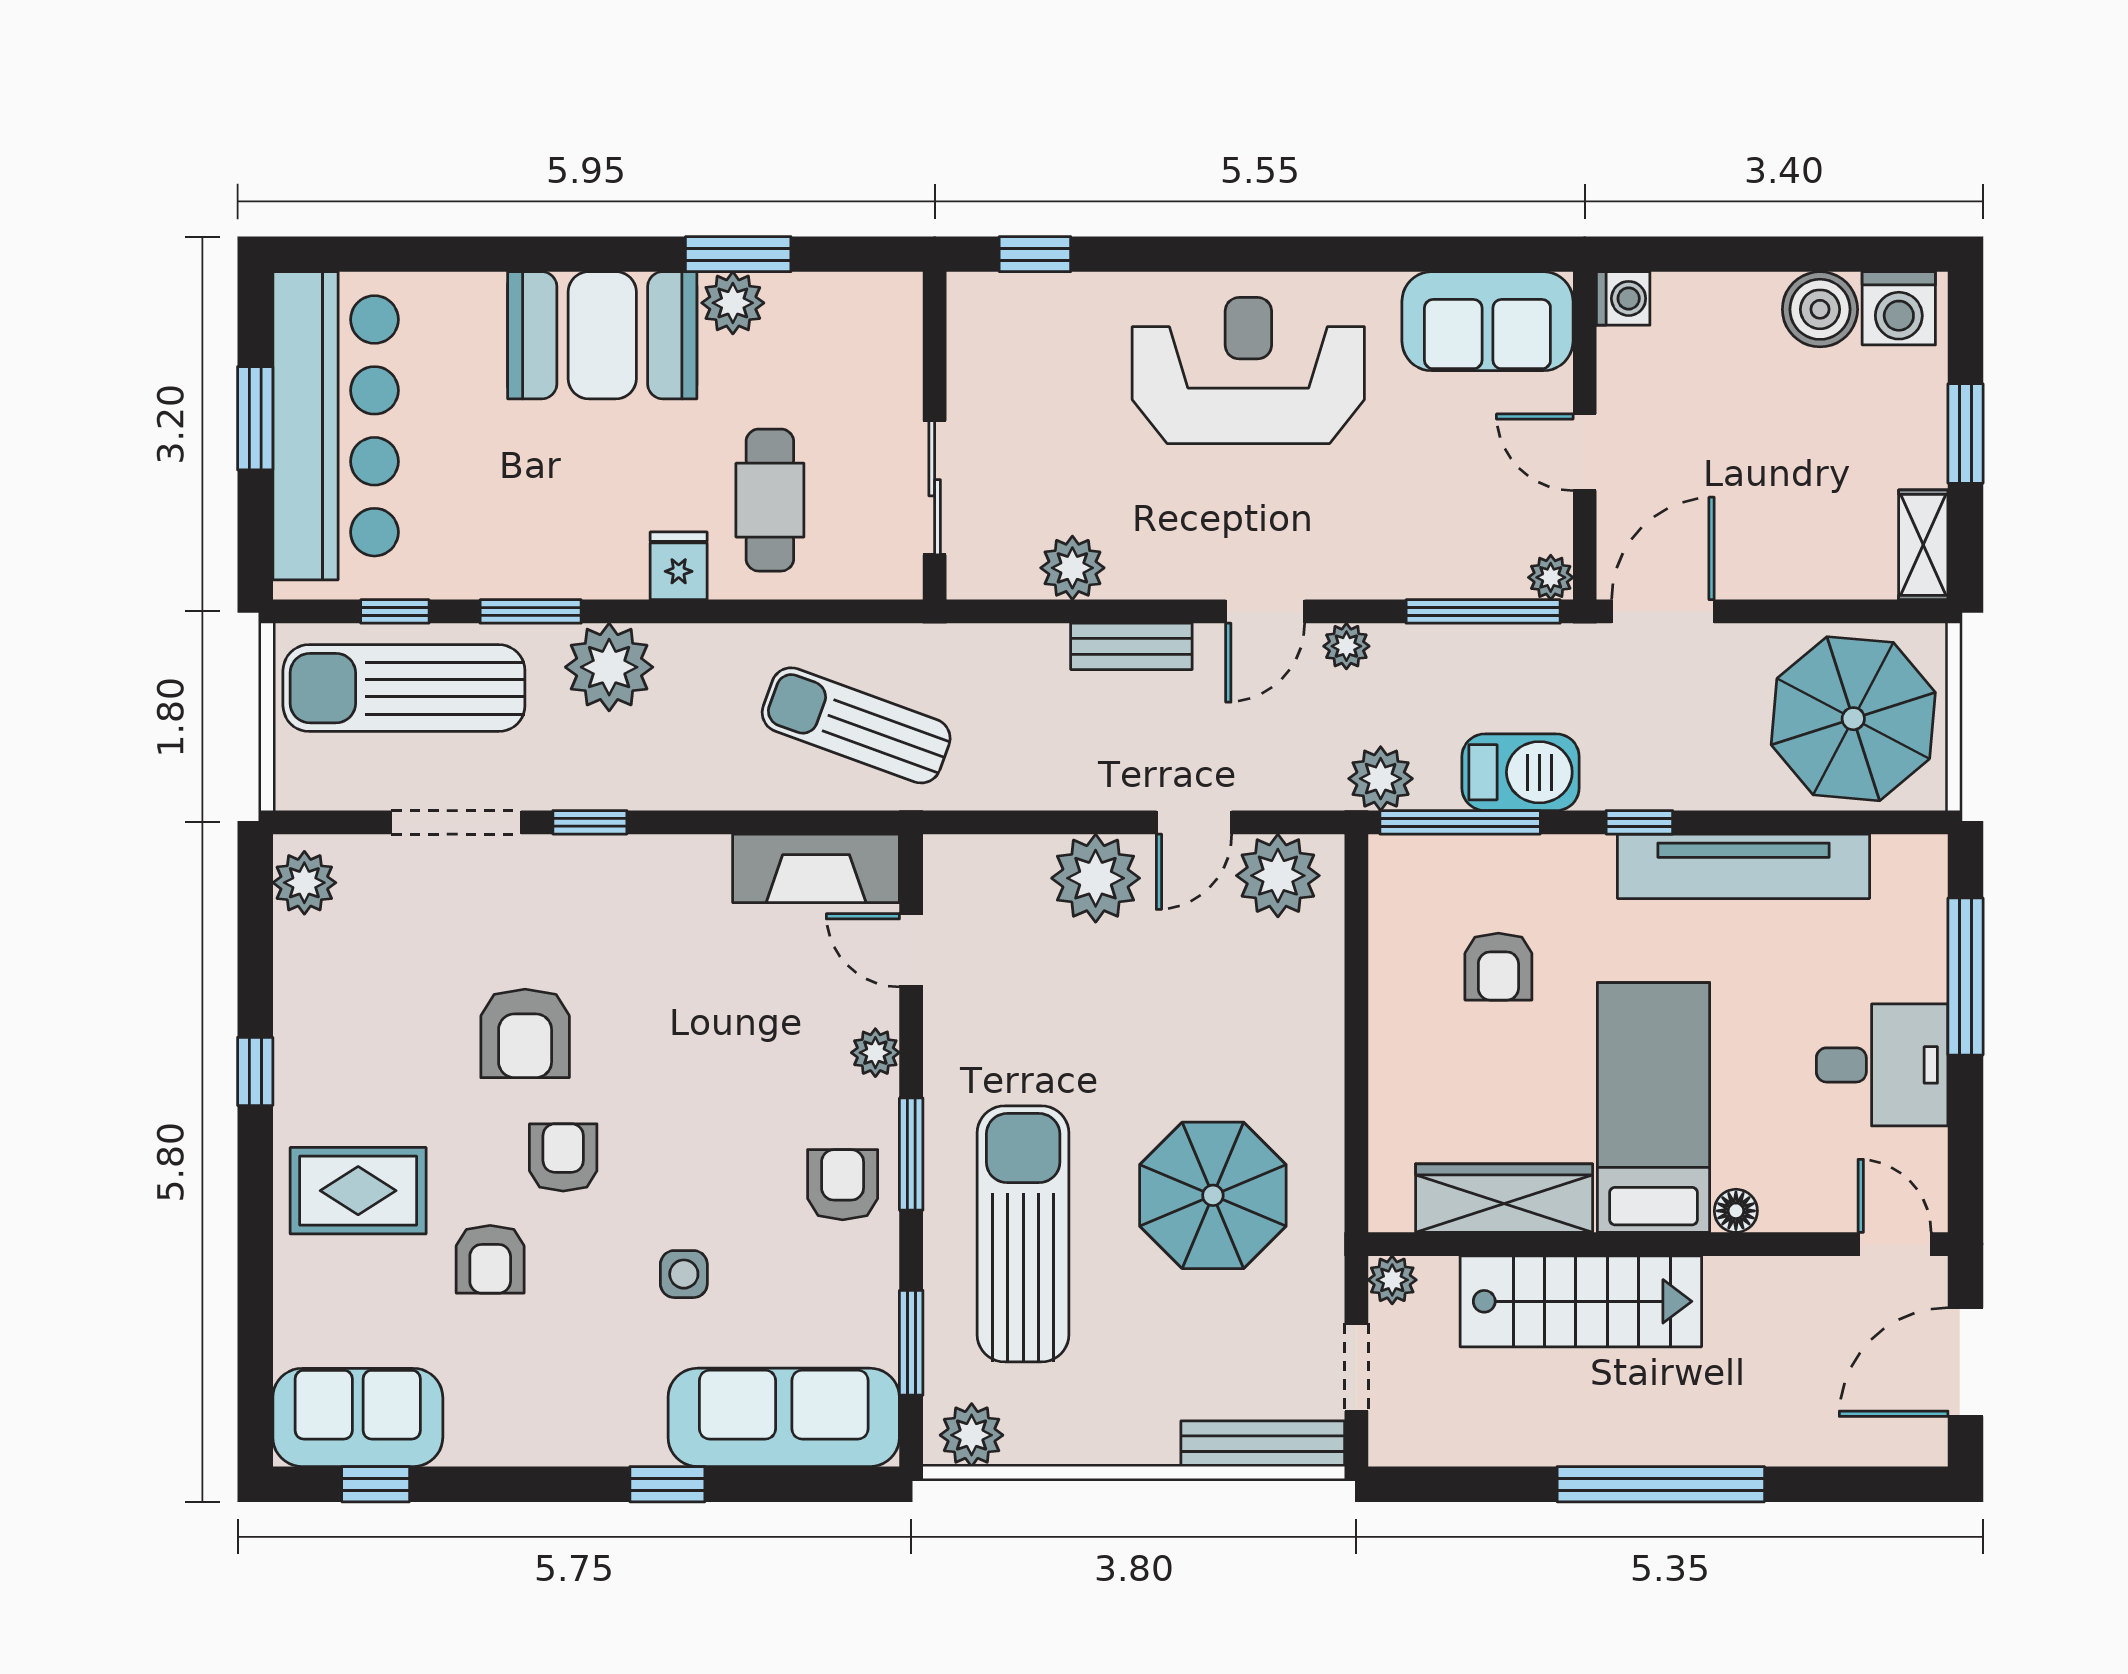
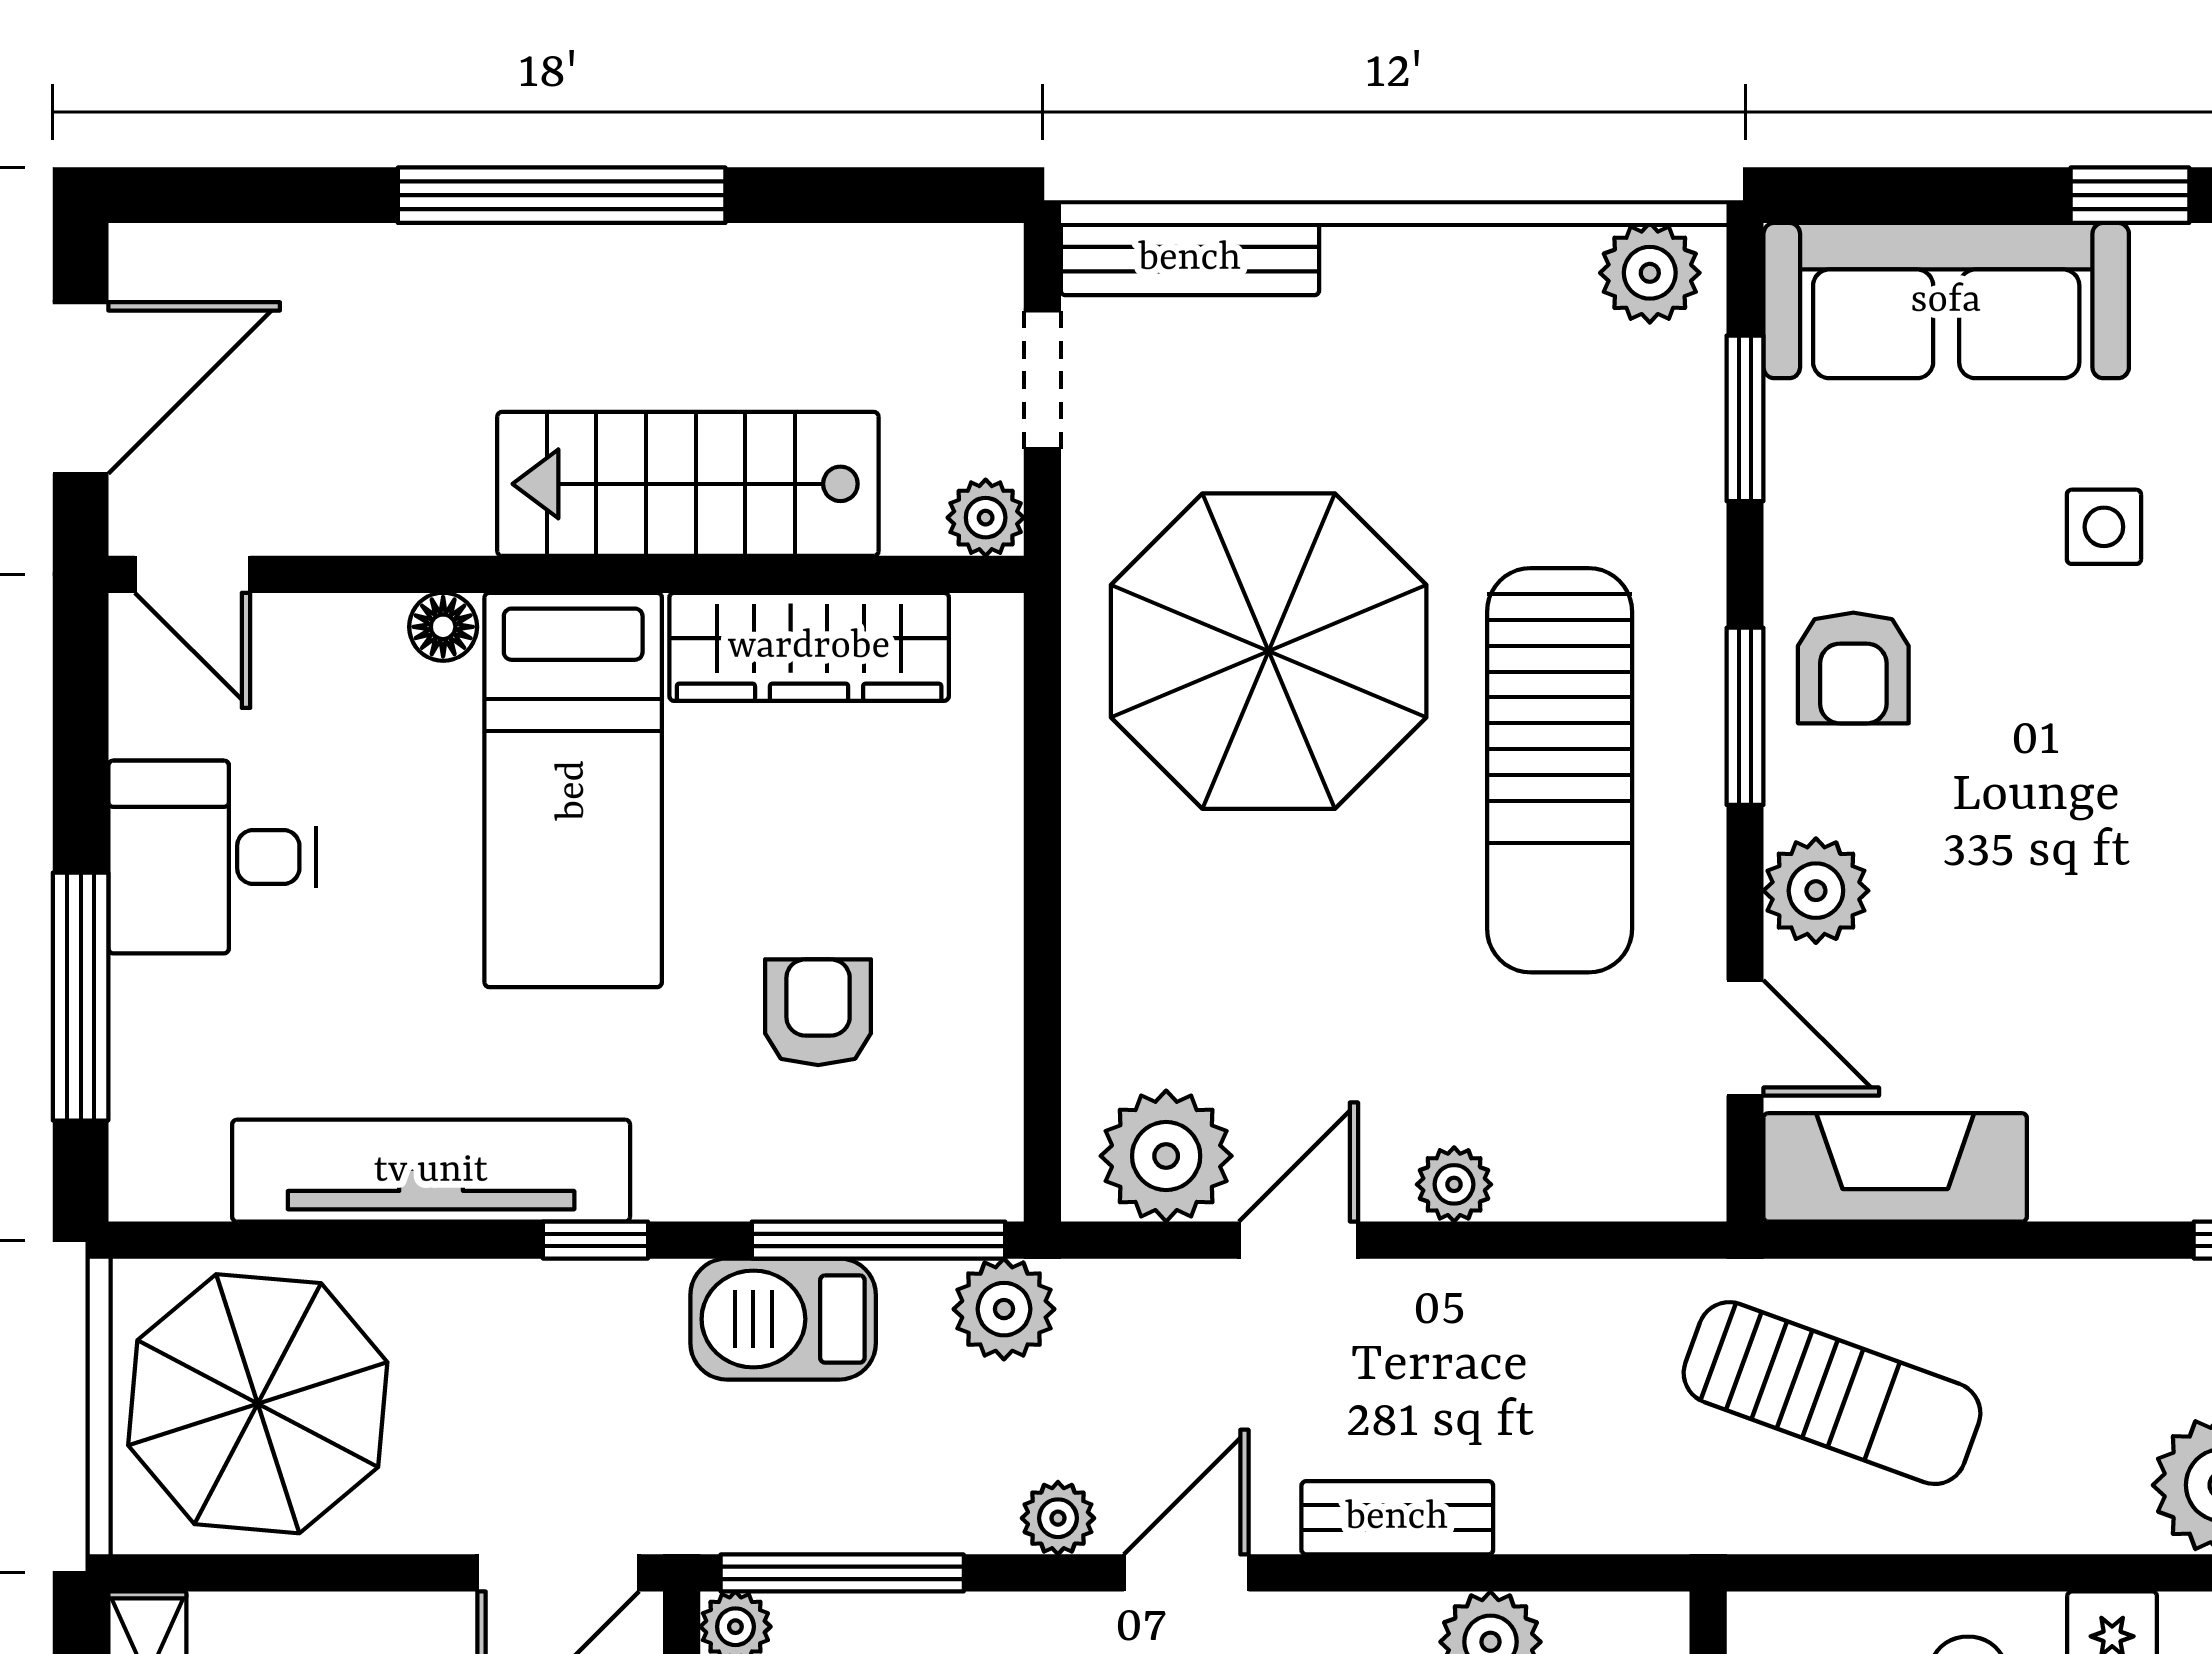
plant: (1096, 878) -> (1454, 1184), width x0.53, depth x0.53
plant: (875, 1053) -> (1816, 891), width x1.38, depth x1.38
parasol: (1213, 1195) -> (1269, 651), width x1.36, depth x1.36
sun lounger: (1023, 1234) -> (1560, 770), moved

